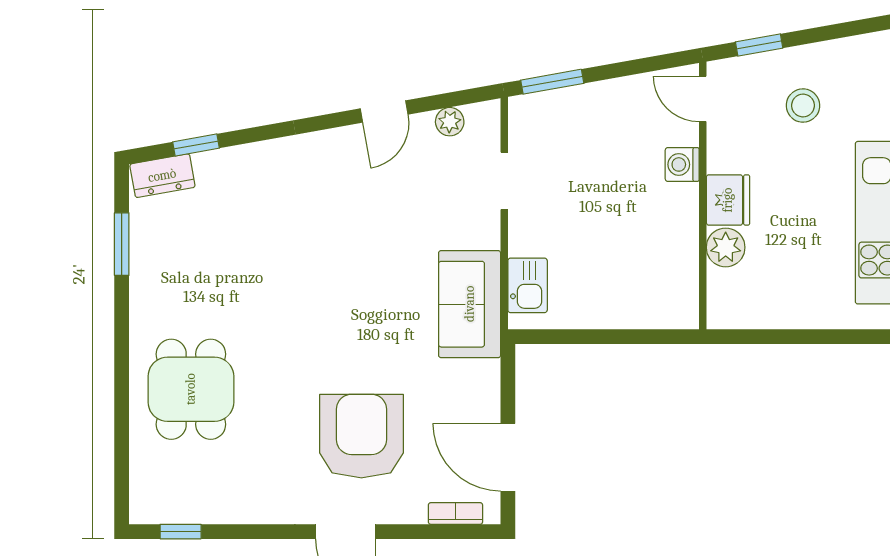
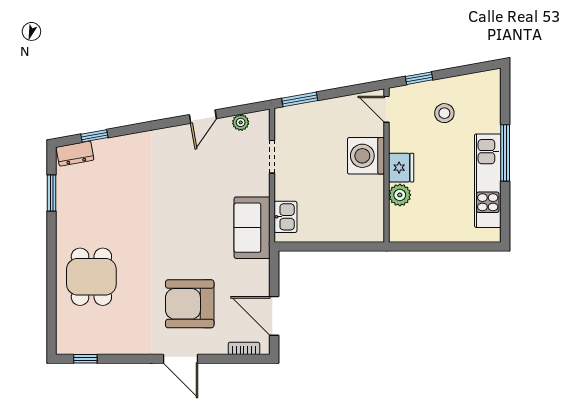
washing machine: (682, 164) -> (366, 156), width x1.89, depth x1.89
armchair: (361, 436) -> (190, 304), turned -90

